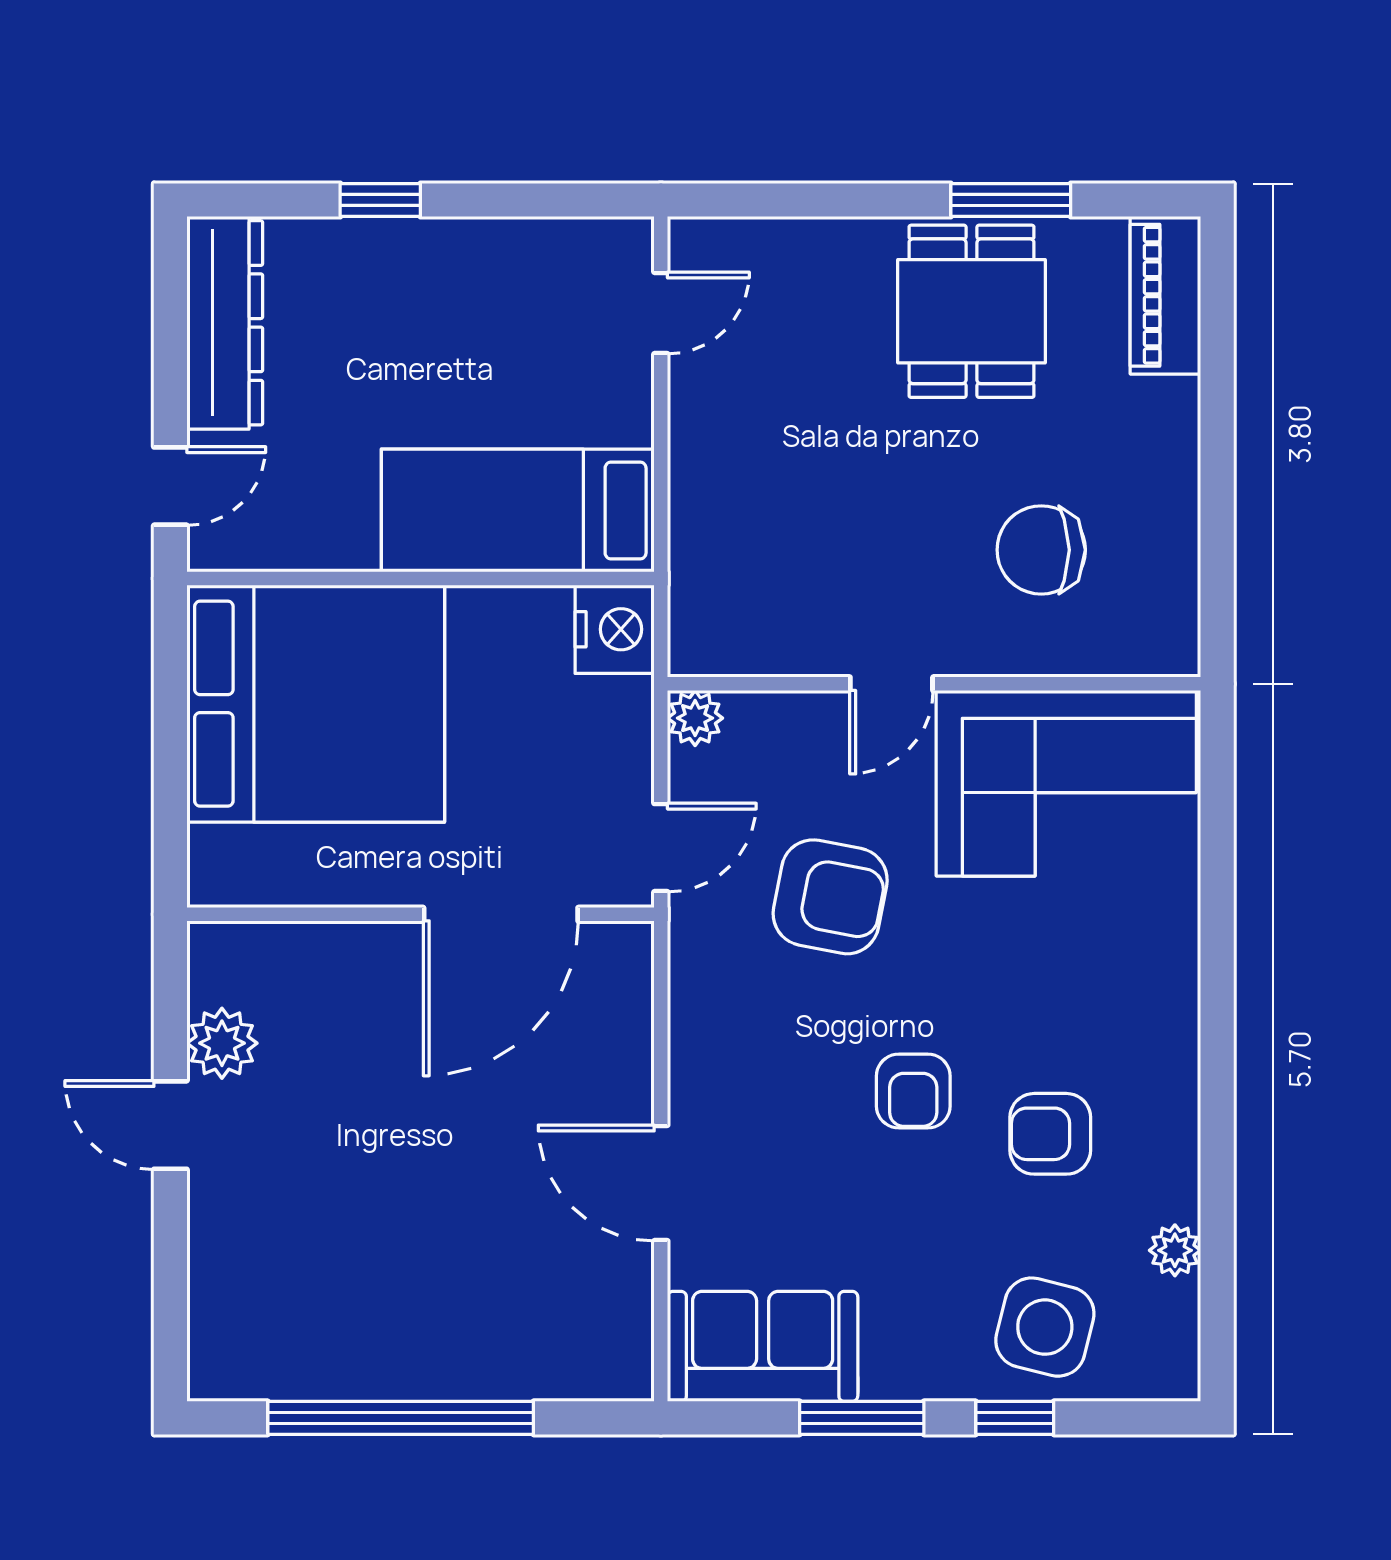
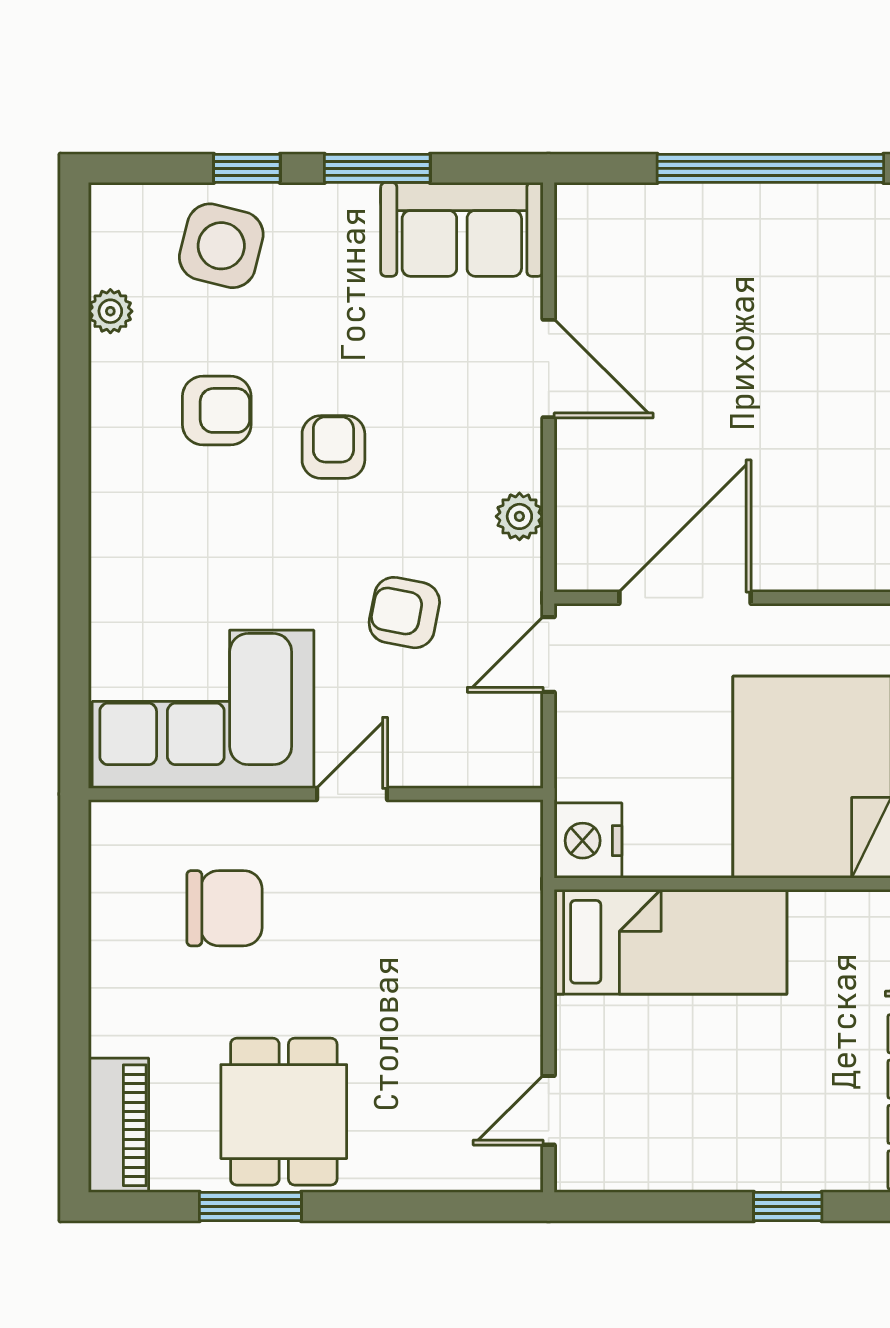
plant: (695, 718) -> (519, 516), moved
armchair: (830, 897) -> (404, 613), width x0.72, depth x0.72

